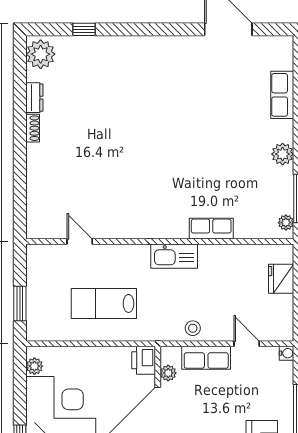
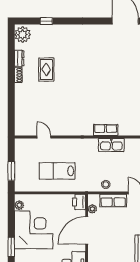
rug: (84, 118) -> (46, 70), added
row of seats: (211, 229) -> (106, 130), moved
kitchen sink: (174, 256) -> (111, 145), moved

